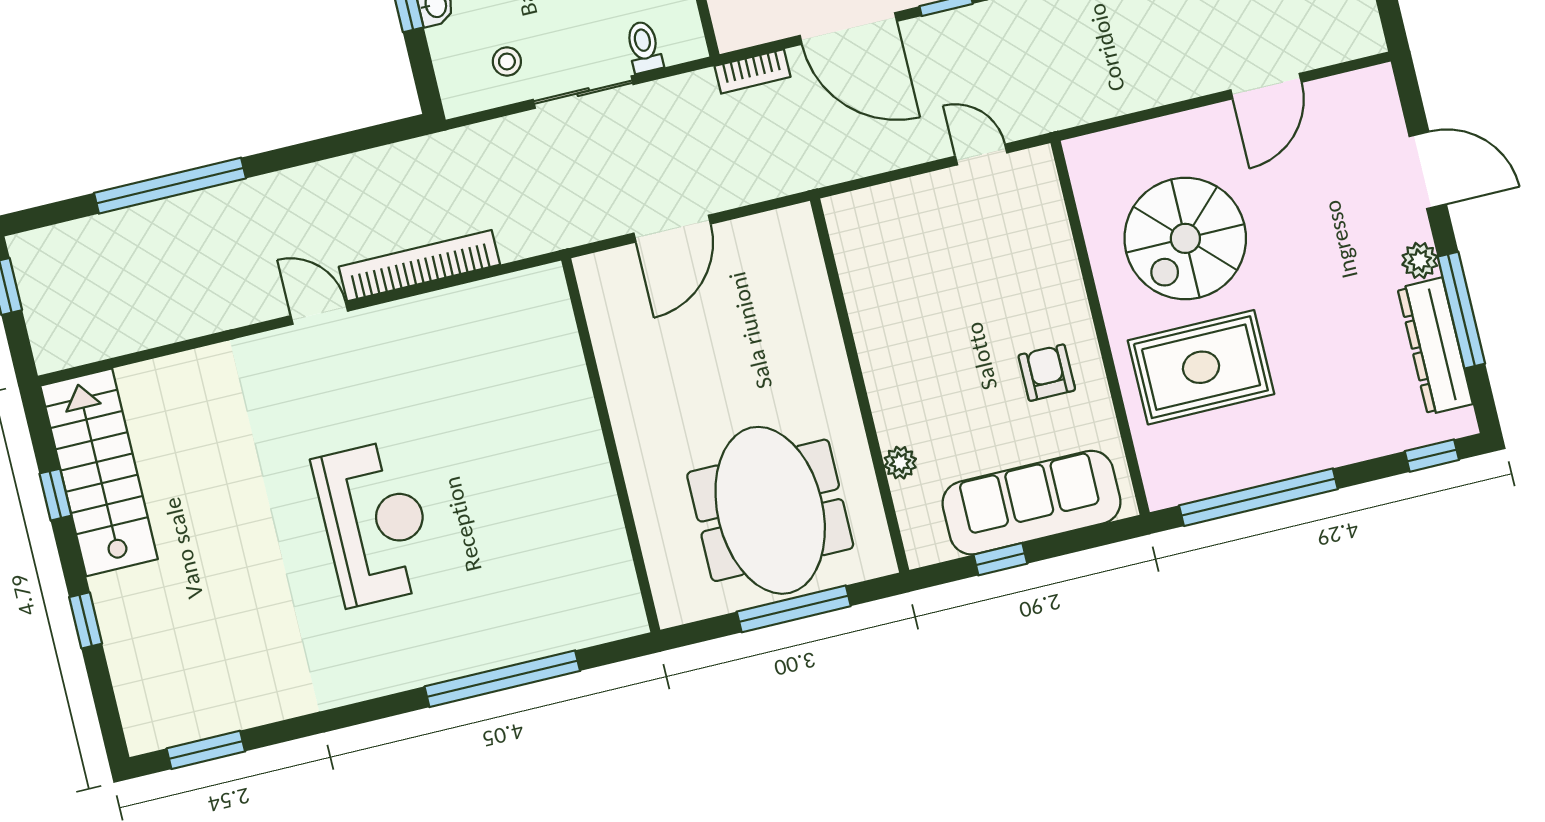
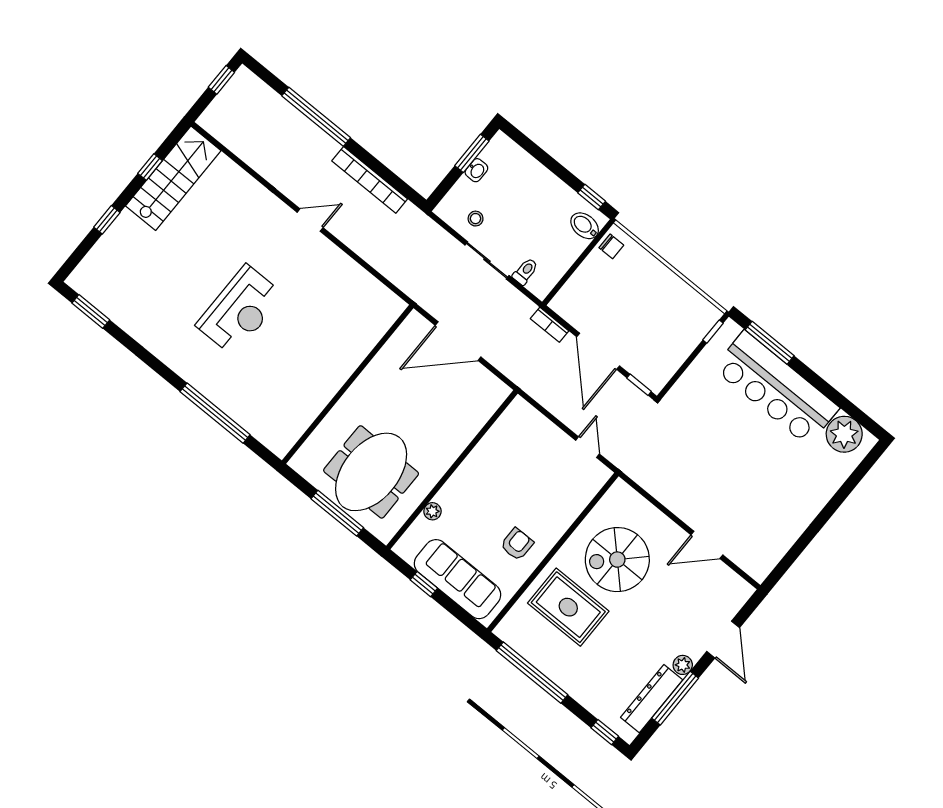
door: (672, 229) -> (458, 341), width x1.36
bookcase: (419, 266) -> (370, 180), moved, turned 180
door: (319, 313) -> (310, 220), hinge flipped

